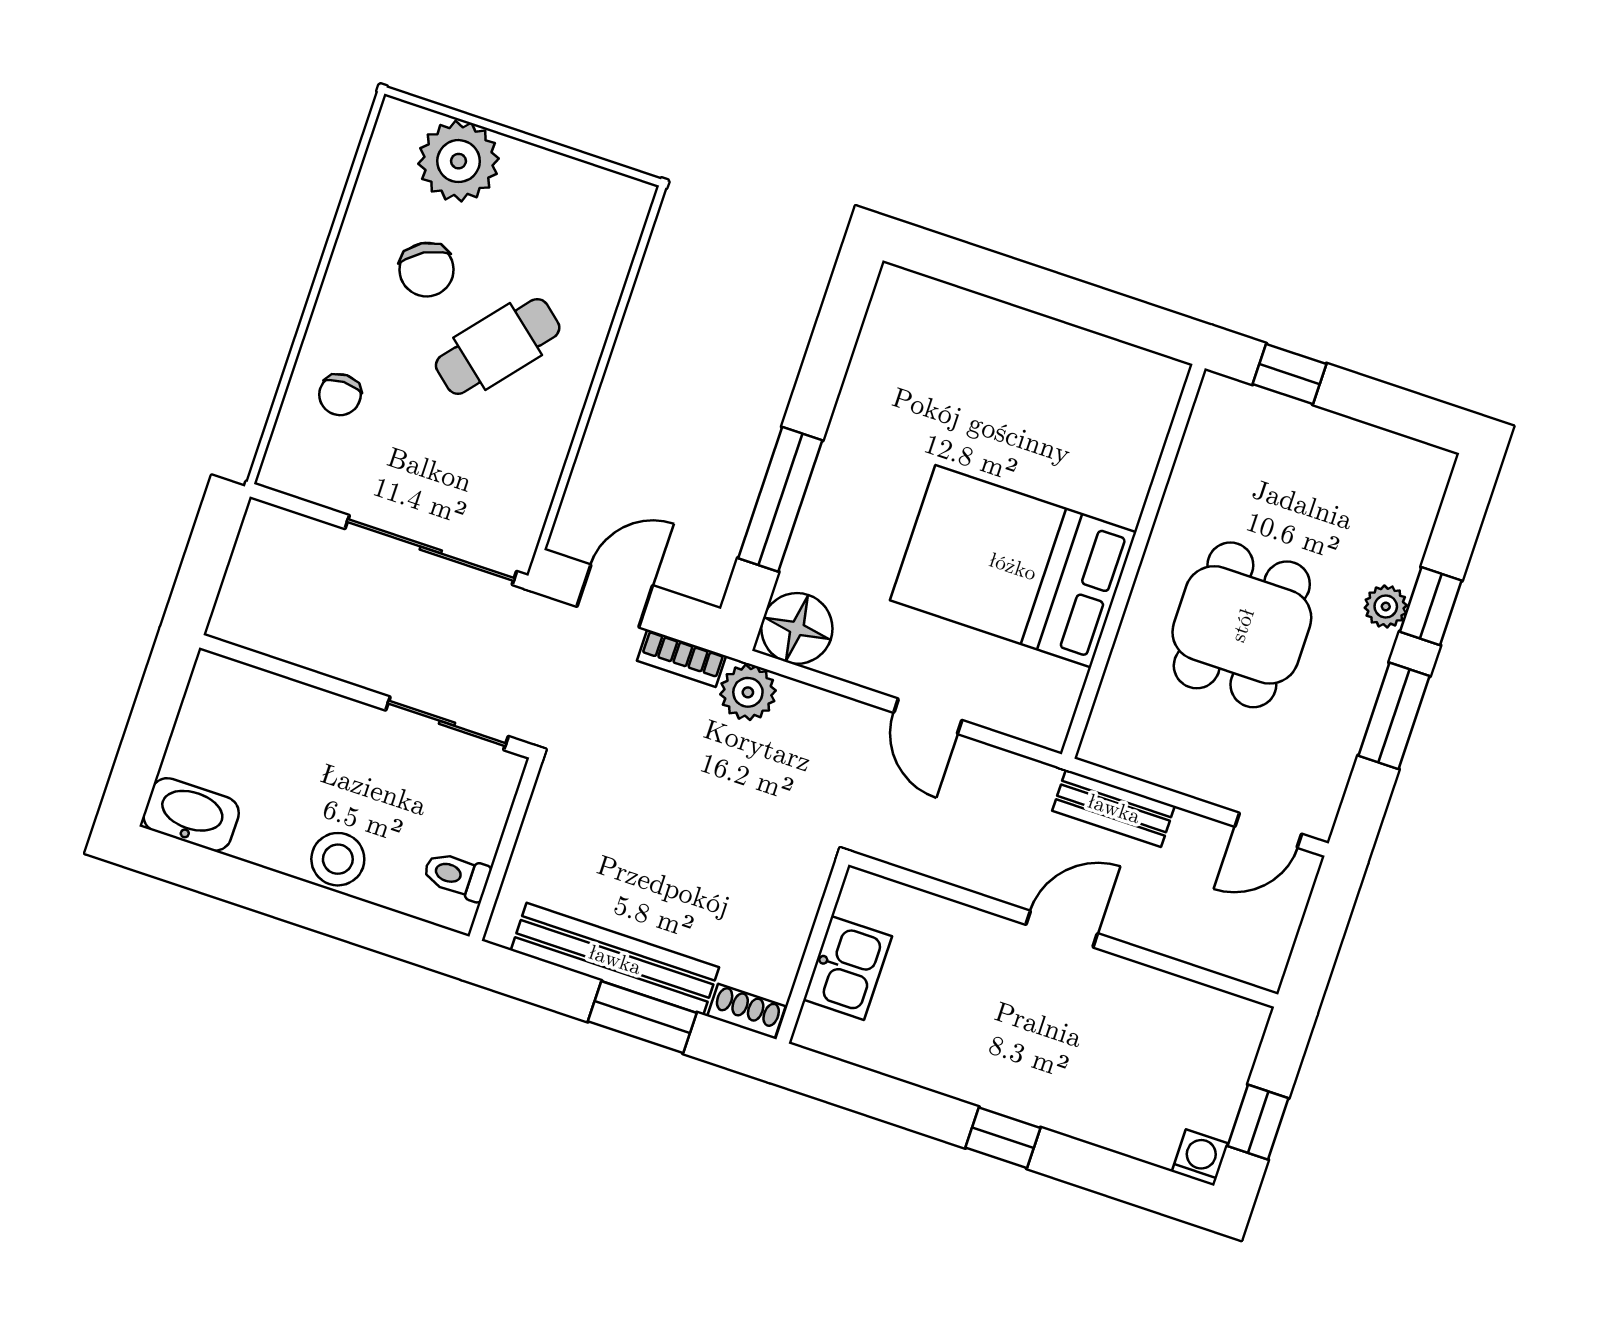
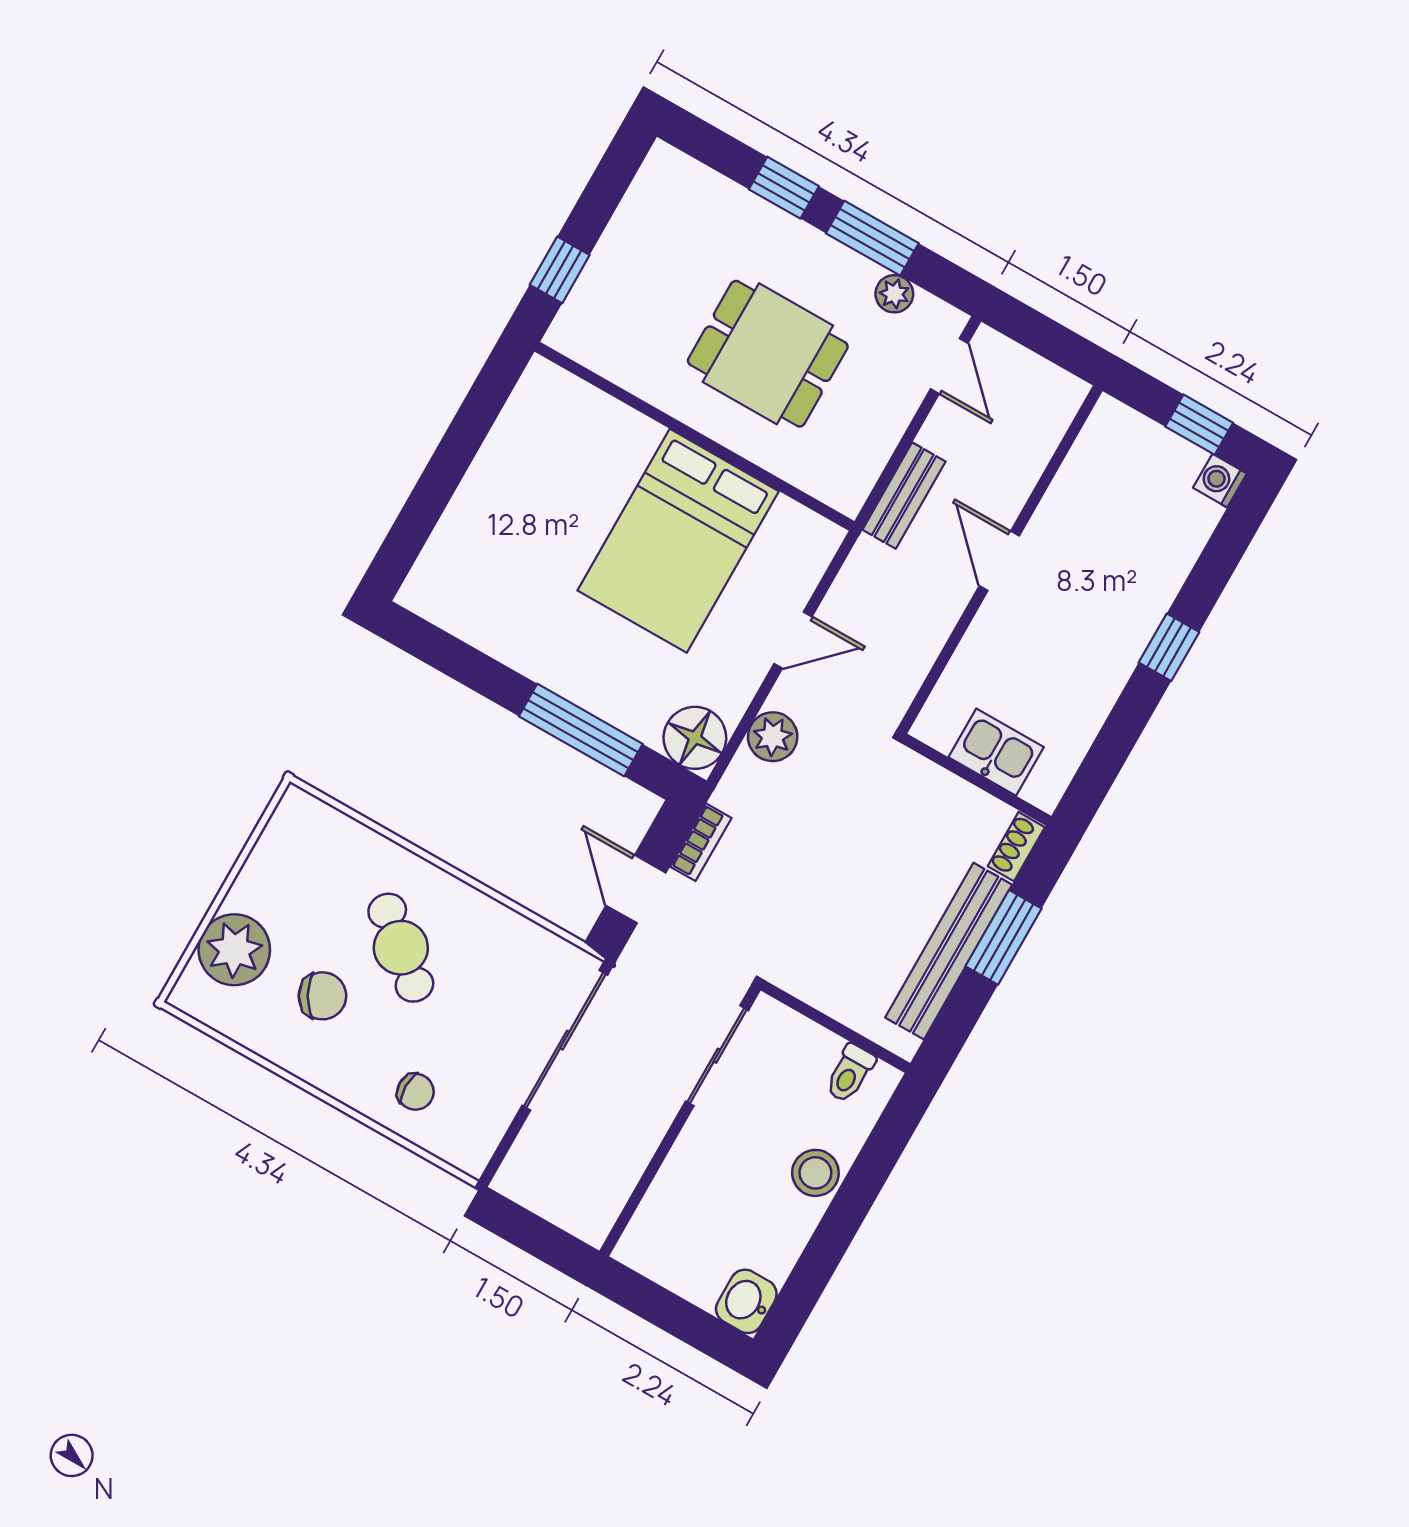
plant: (1386, 606) -> (894, 294), moved
plant: (748, 692) -> (773, 737), moved
washbasin: (191, 814) -> (746, 1301), width x0.72

